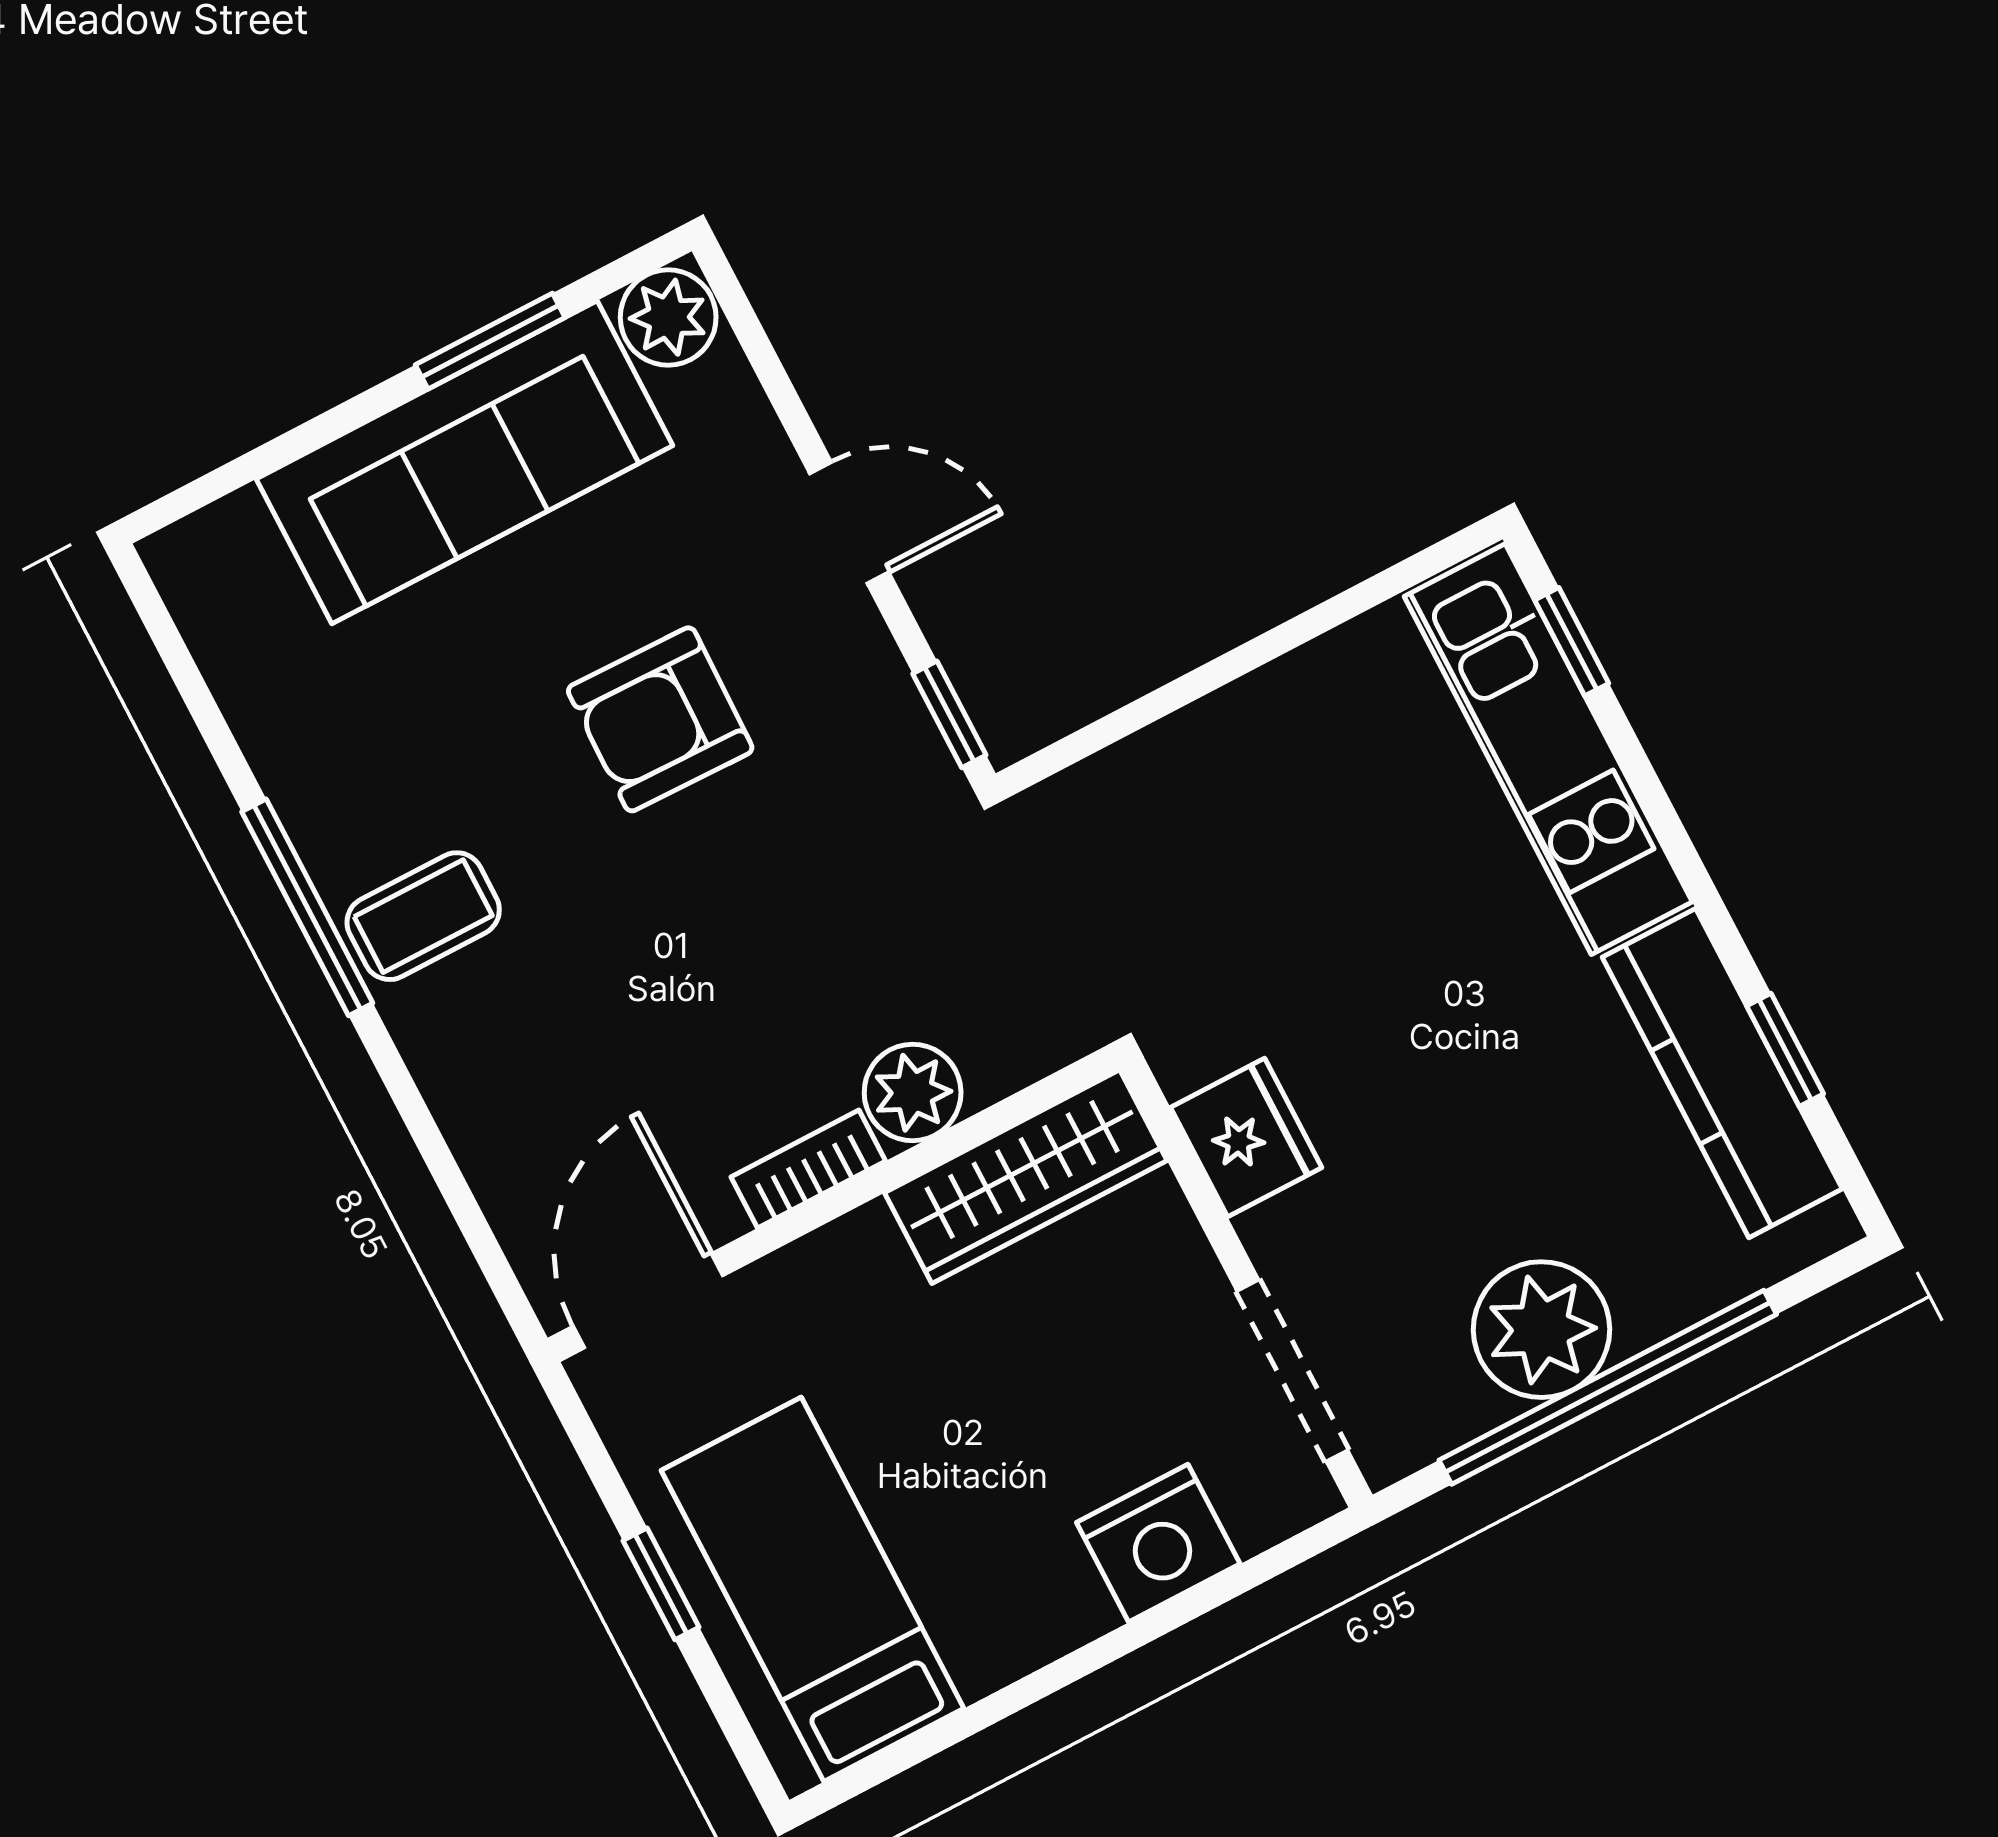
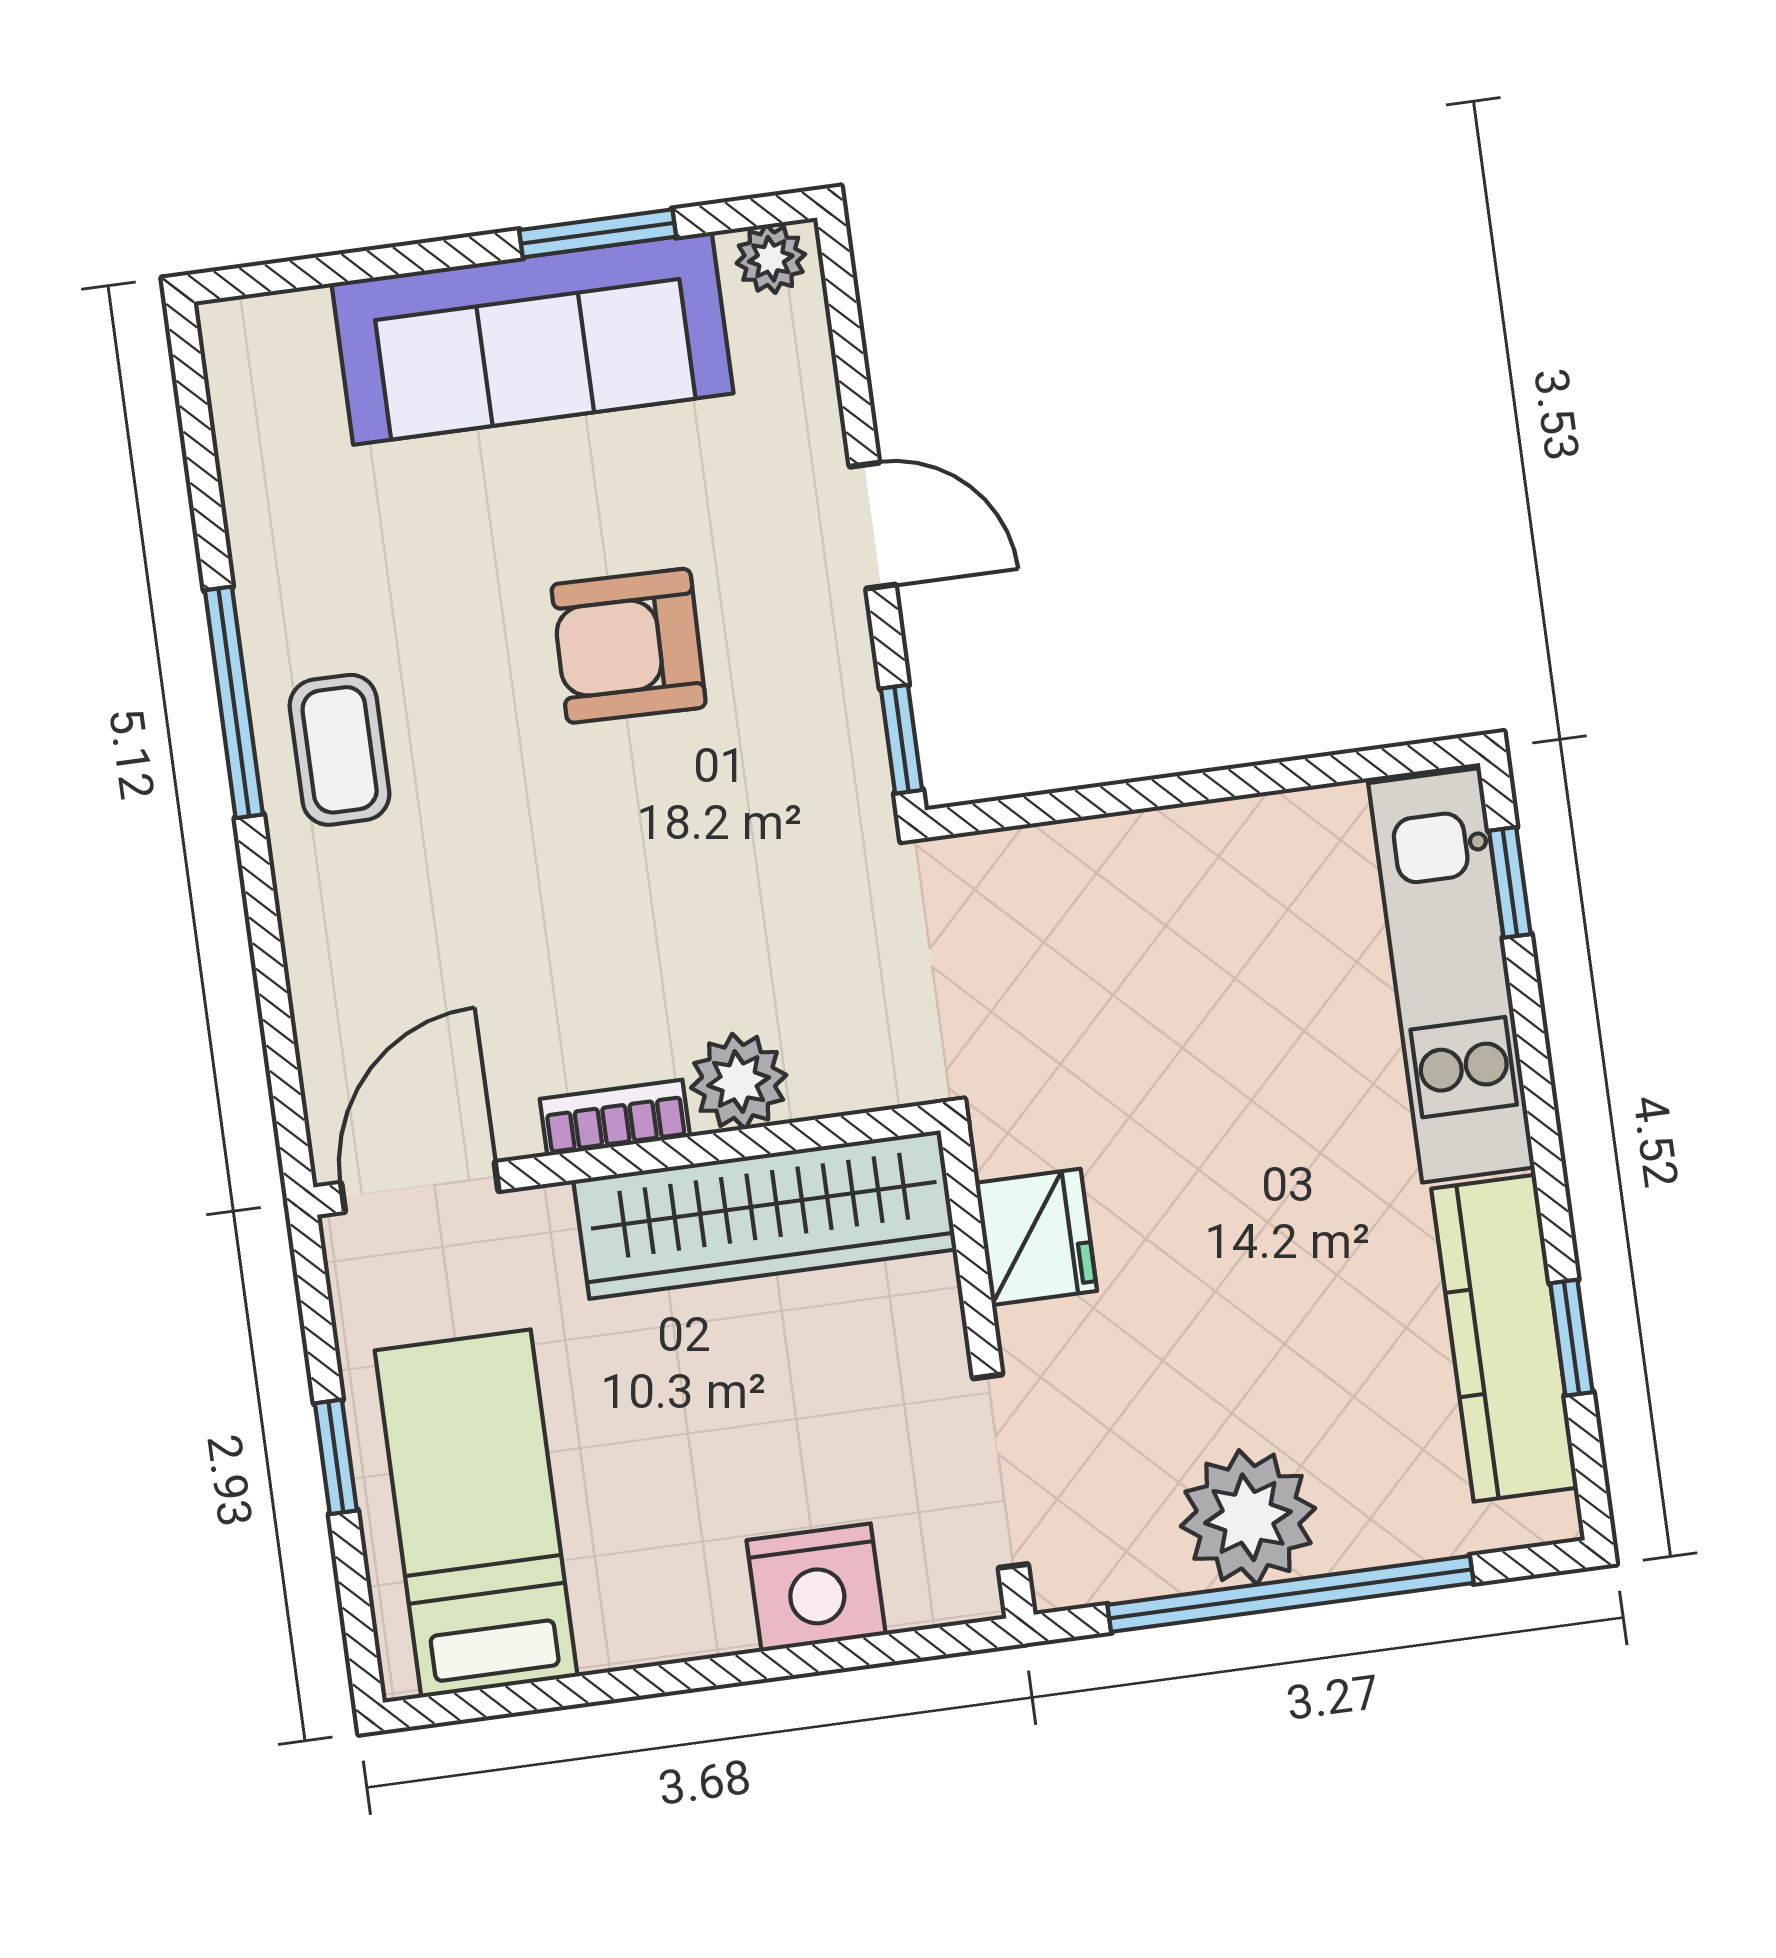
plant: (668, 317) -> (771, 259), width x0.73, depth x0.73
coffee table: (423, 916) -> (340, 750), turned 90
wardrobe: (1026, 1177) -> (765, 1215), width x1.40, depth x1.17

